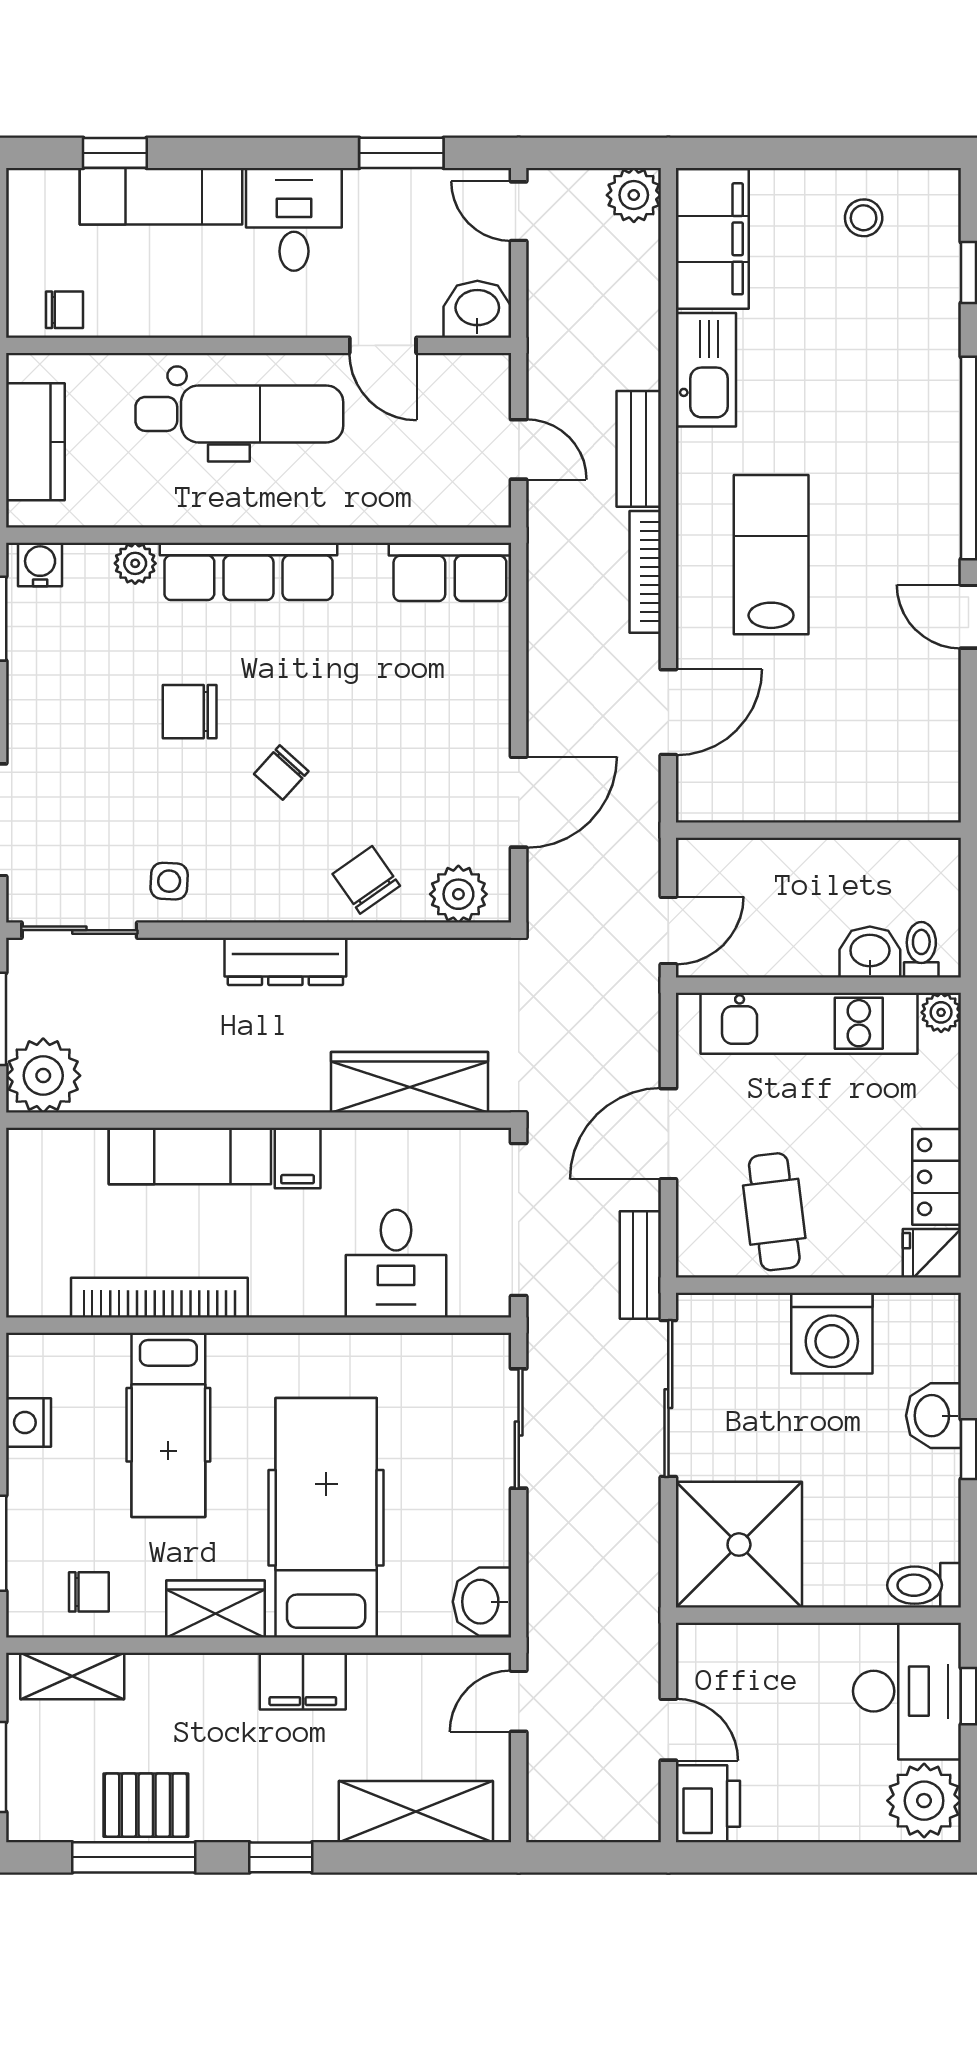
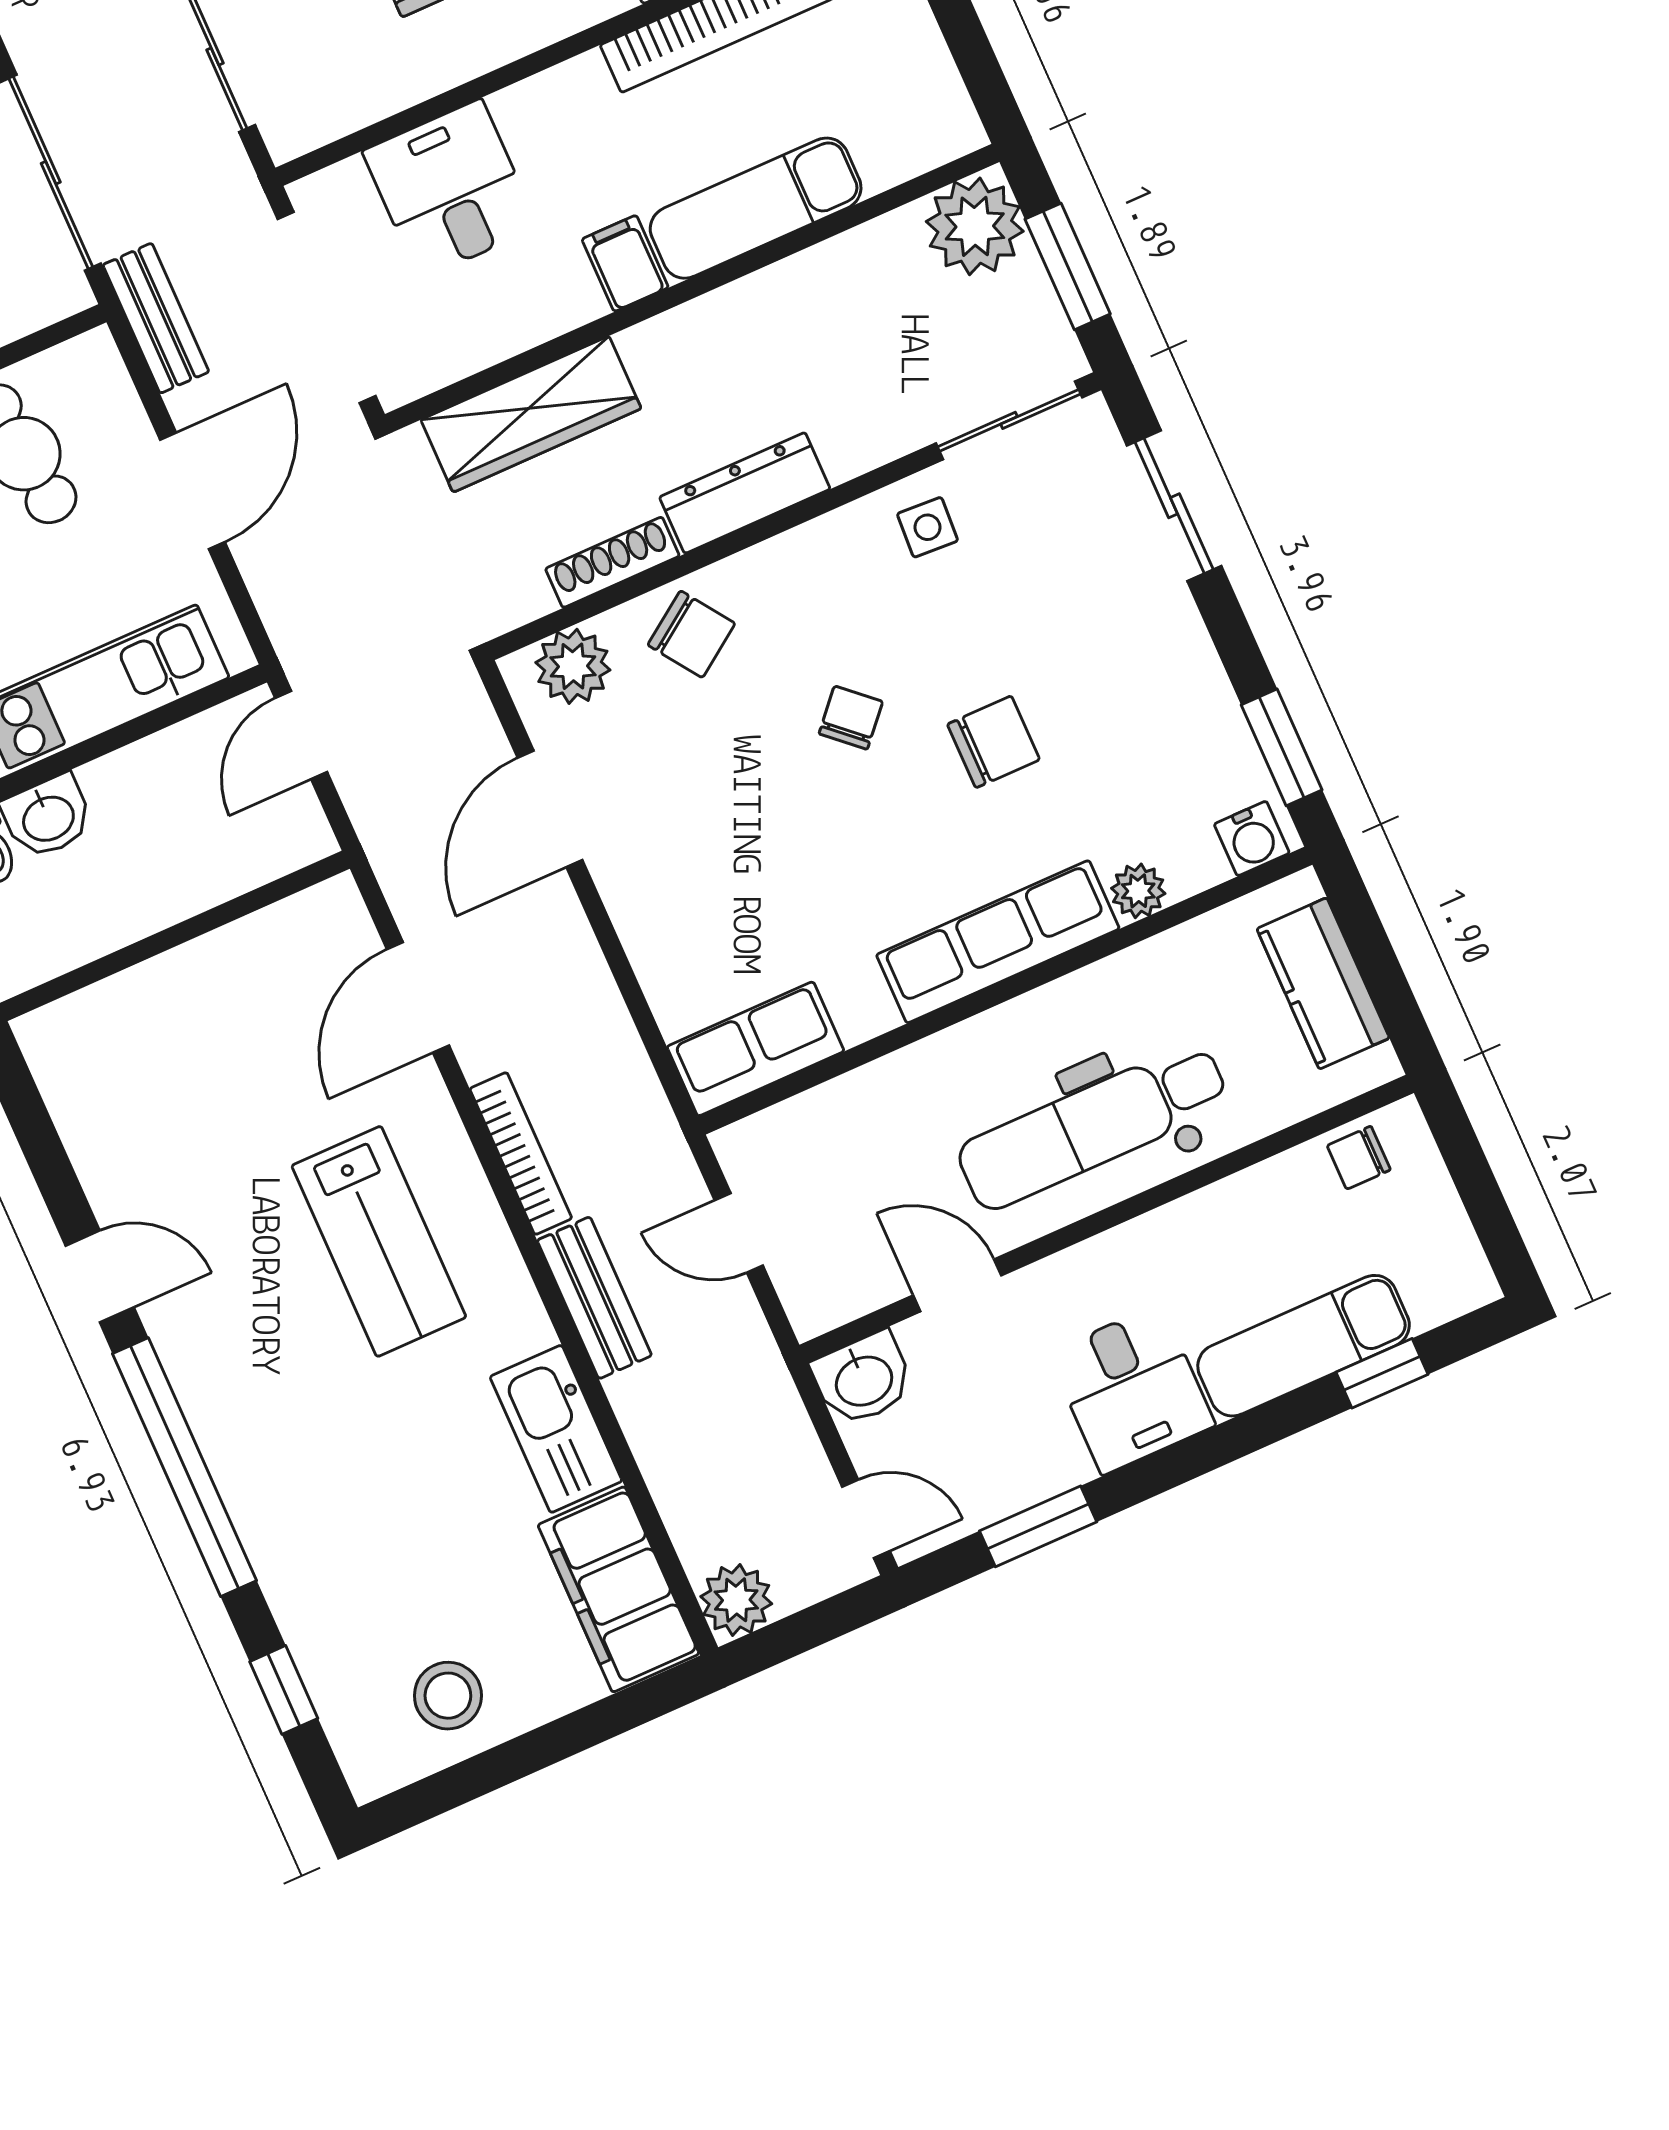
stool: (864, 218) -> (448, 1696), width x1.37, depth x1.37
shoe rack: (399, 954) -> (612, 562), added

